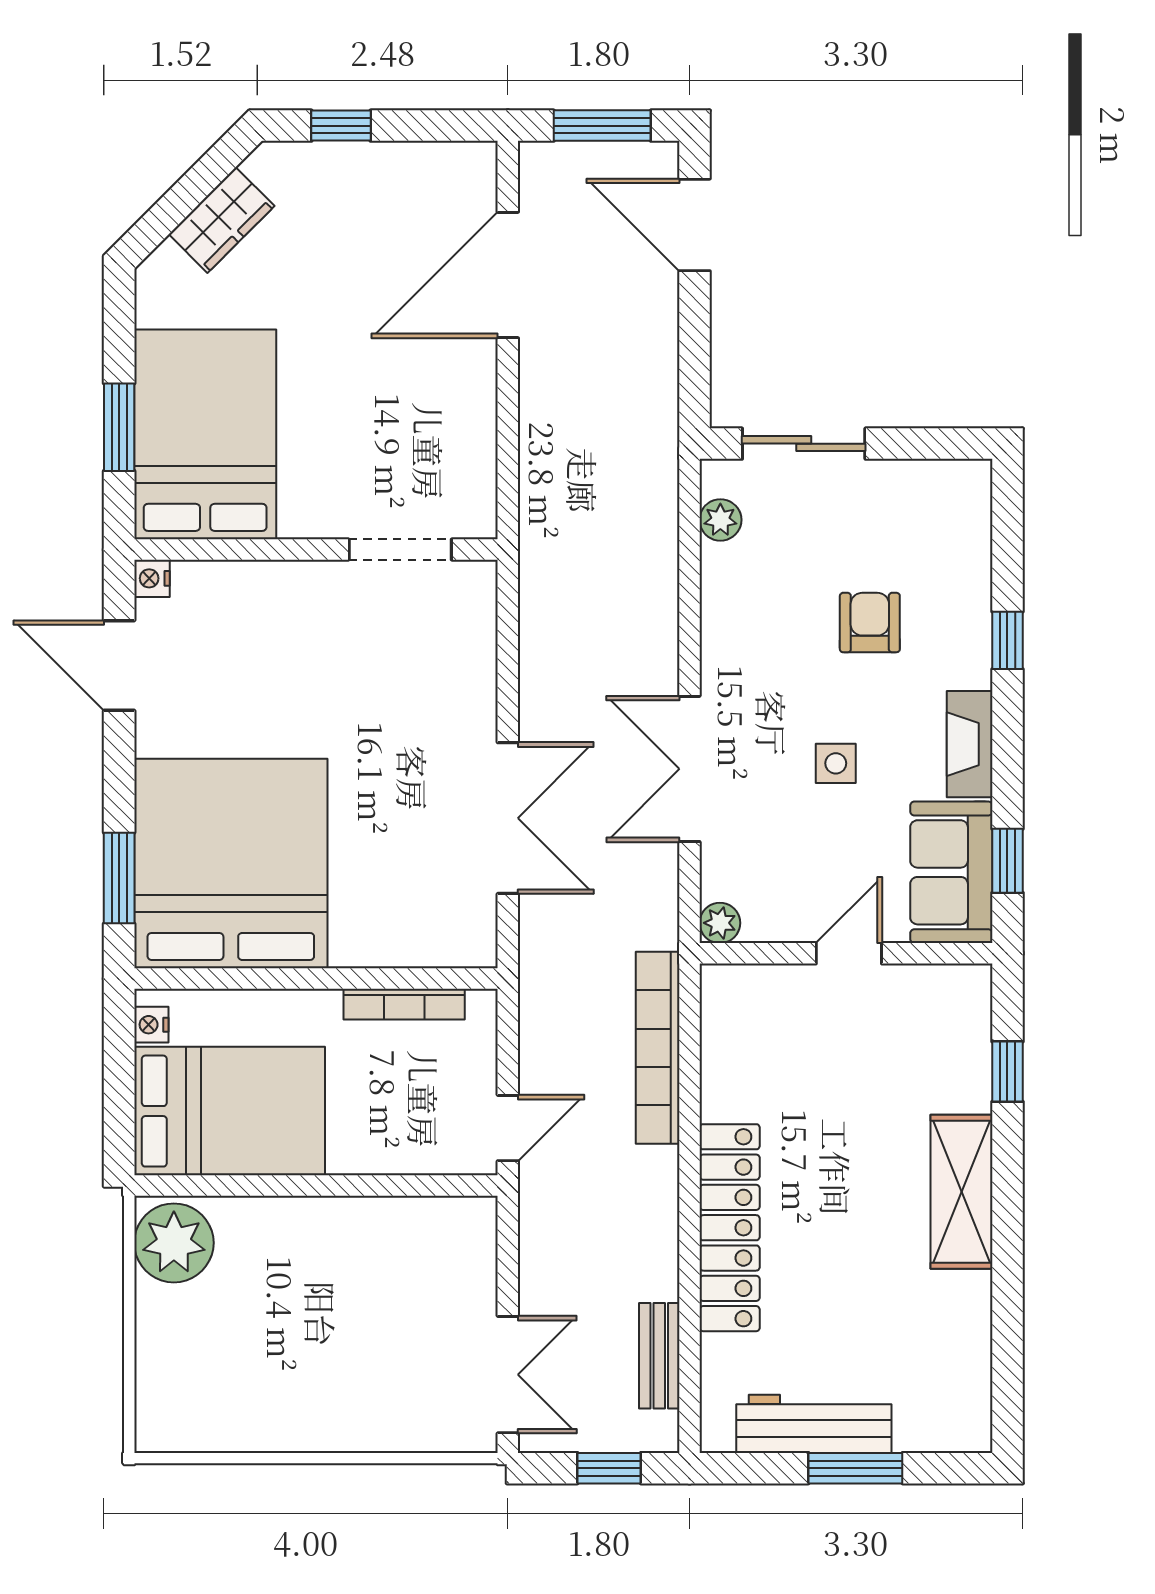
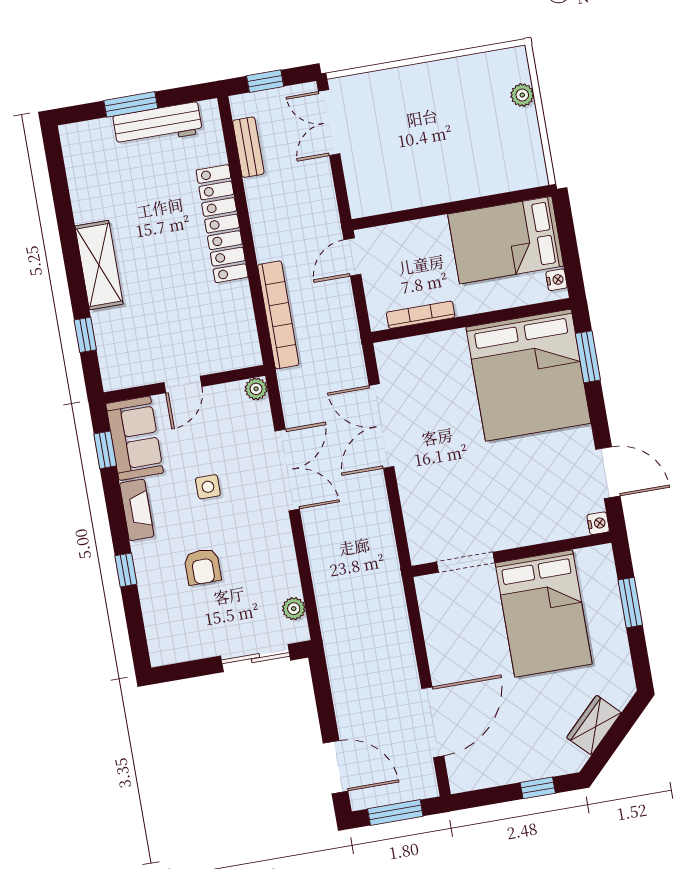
bed: (205, 434) -> (544, 613), moved
plant: (174, 1243) -> (522, 95), moved, width x0.53, depth x0.53

